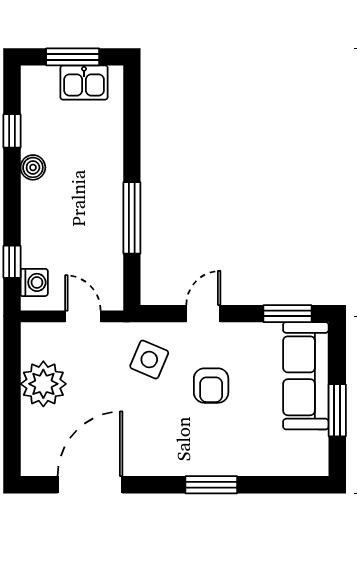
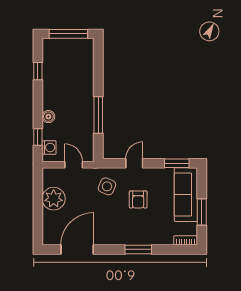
window: (73, 57) -> (68, 34), width x1.44
kitchen sink: (84, 83) -> (74, 47), removed
boiler: (33, 167) -> (48, 117), moved
bookcase: (305, 467) -> (186, 240), added

